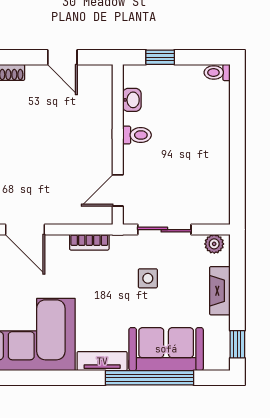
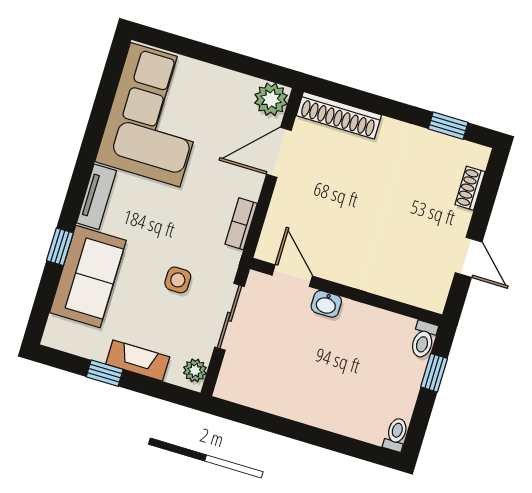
door: (62, 57) -> (469, 257), swing flipped
washbasin: (132, 100) -> (326, 304), moved
toilet: (137, 135) -> (423, 340), moved
window: (237, 344) -> (105, 373), moved
window: (150, 378) -> (60, 247), width x0.32

